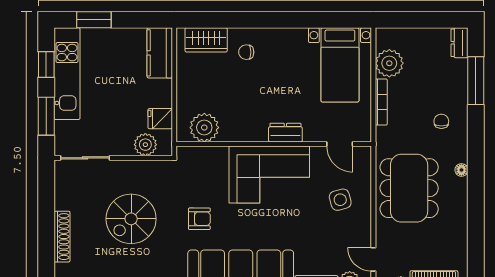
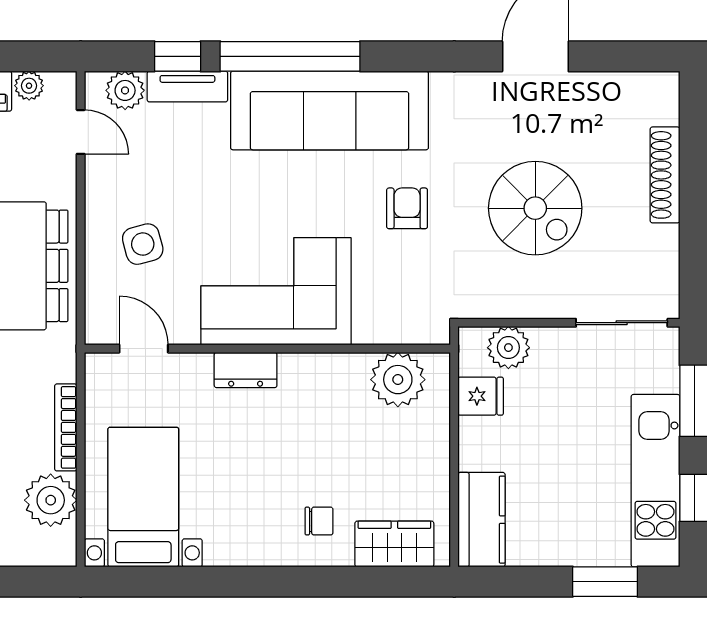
spiral stairs: (131, 219) -> (535, 208), turned 90
armchair: (199, 219) -> (407, 208), turned 90

